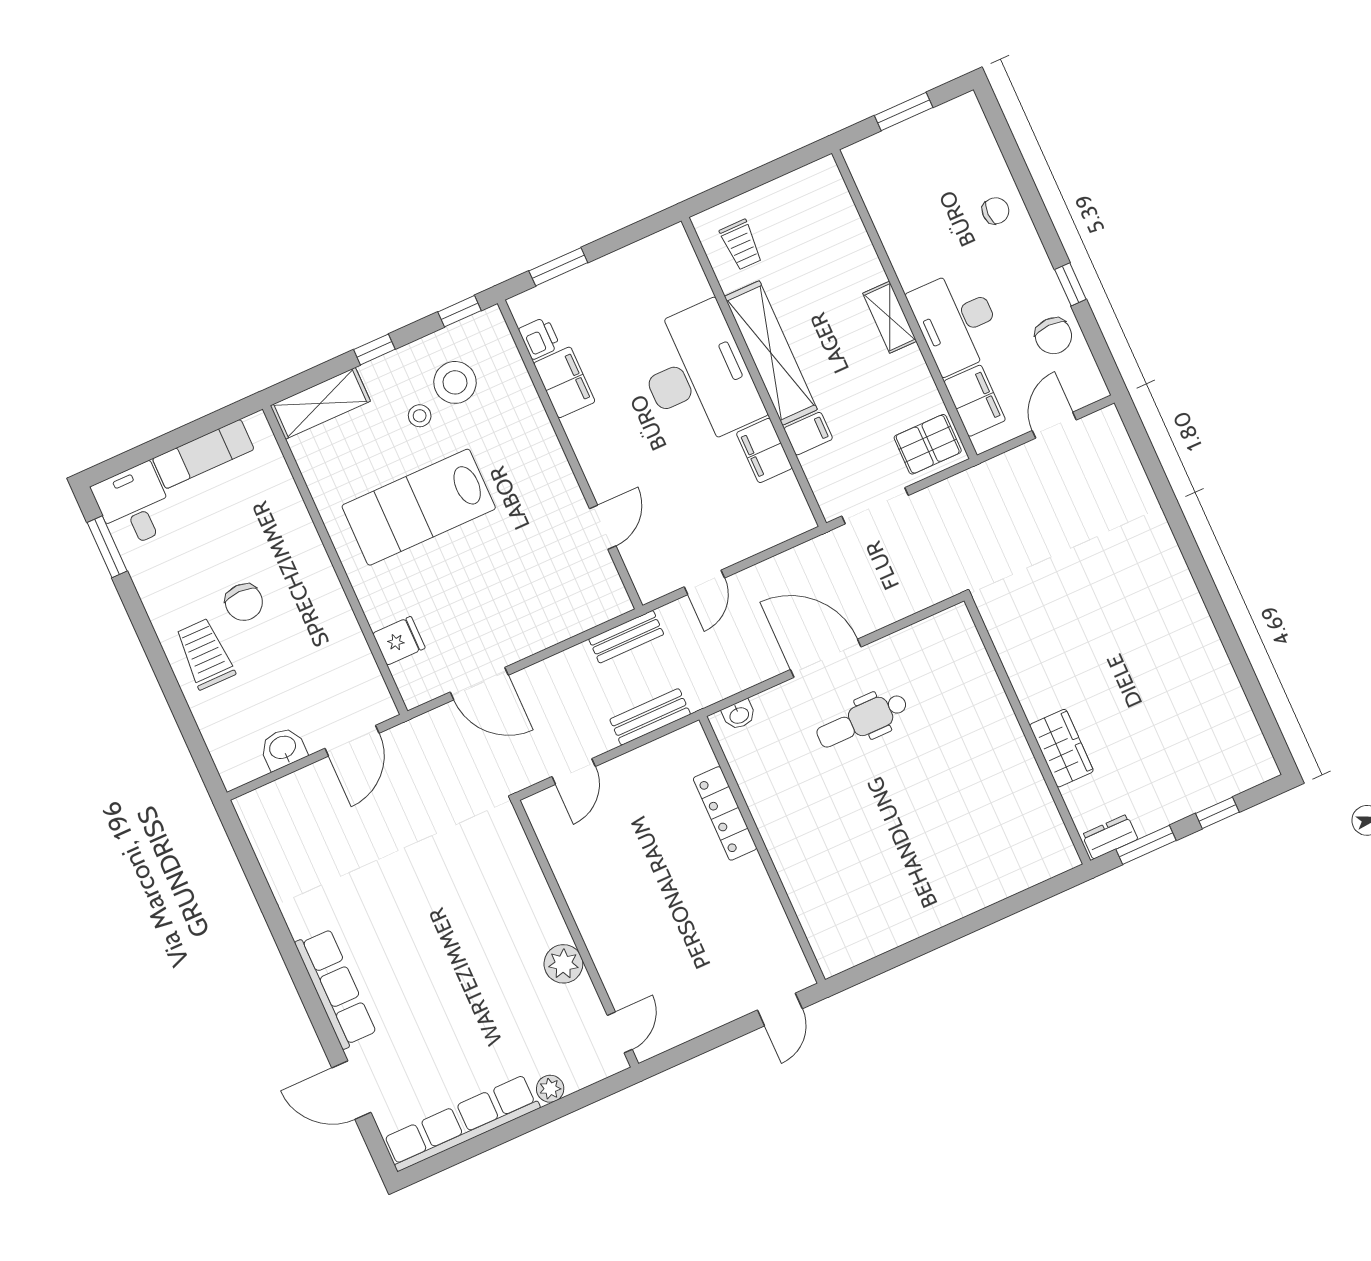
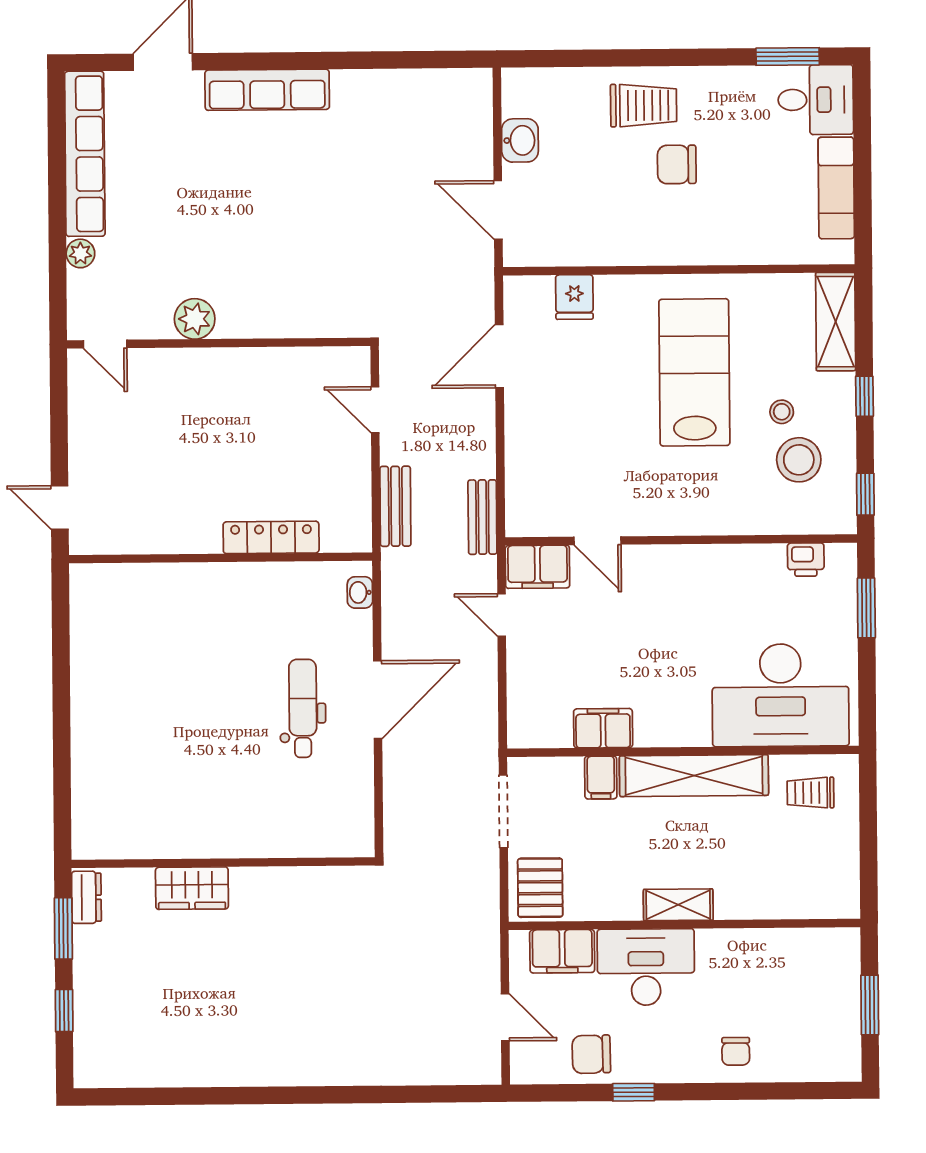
desk: (698, 375) -> (781, 695), moved
filing cabinet: (564, 382) -> (537, 567), moved

